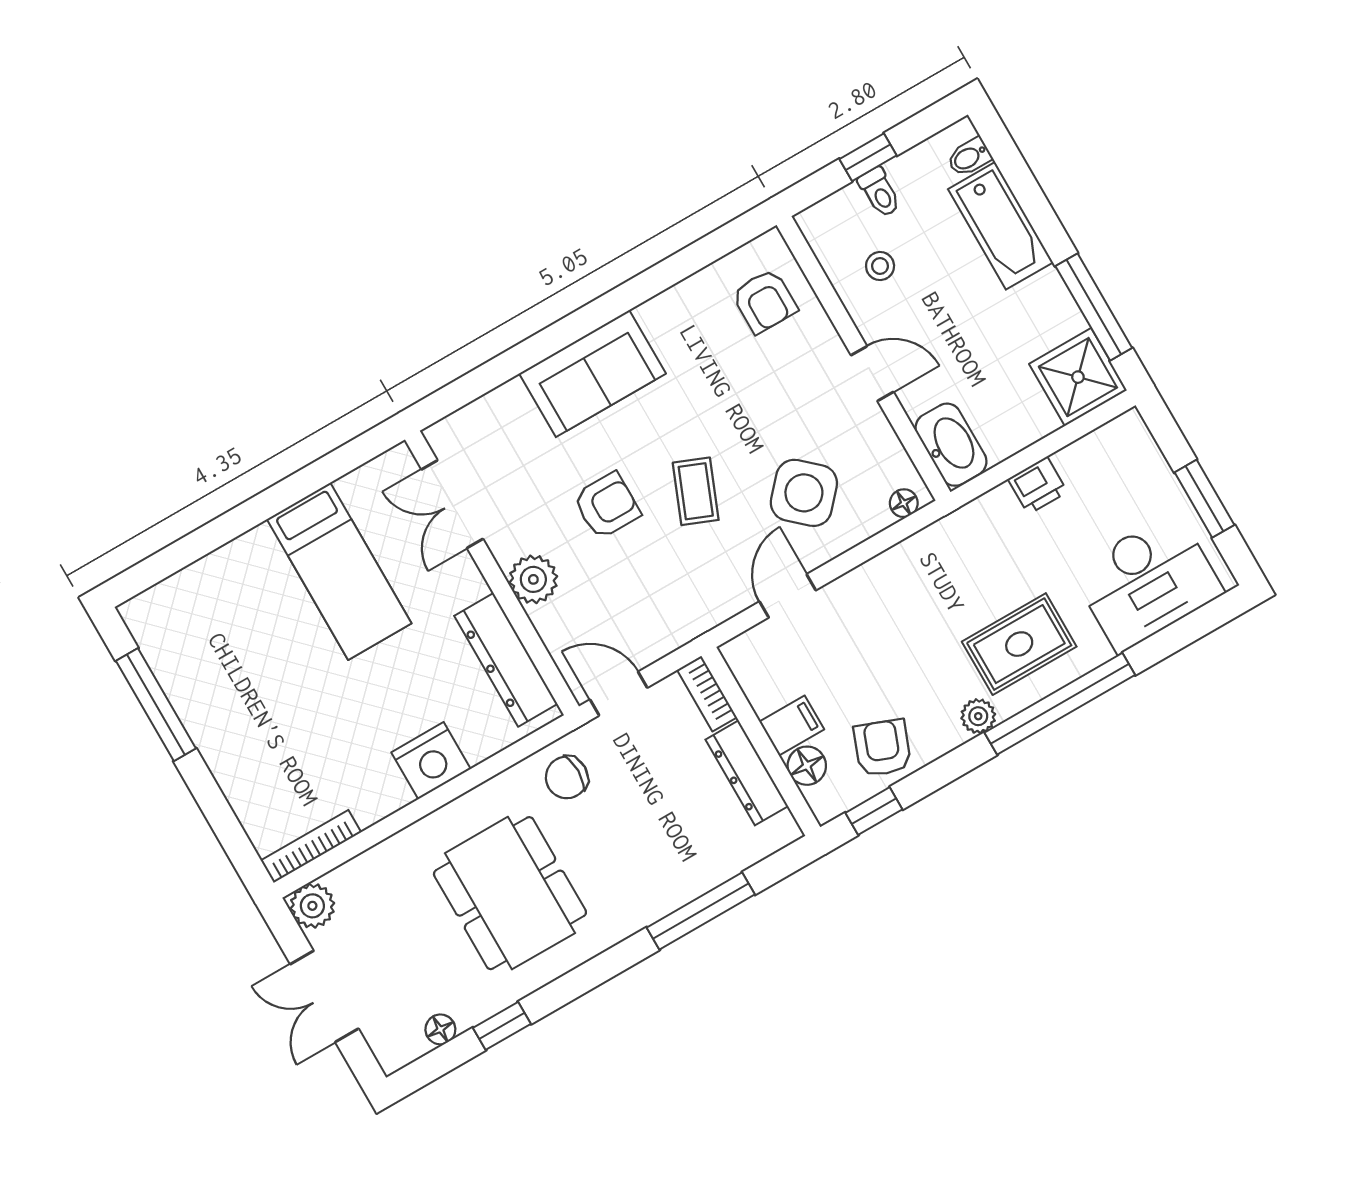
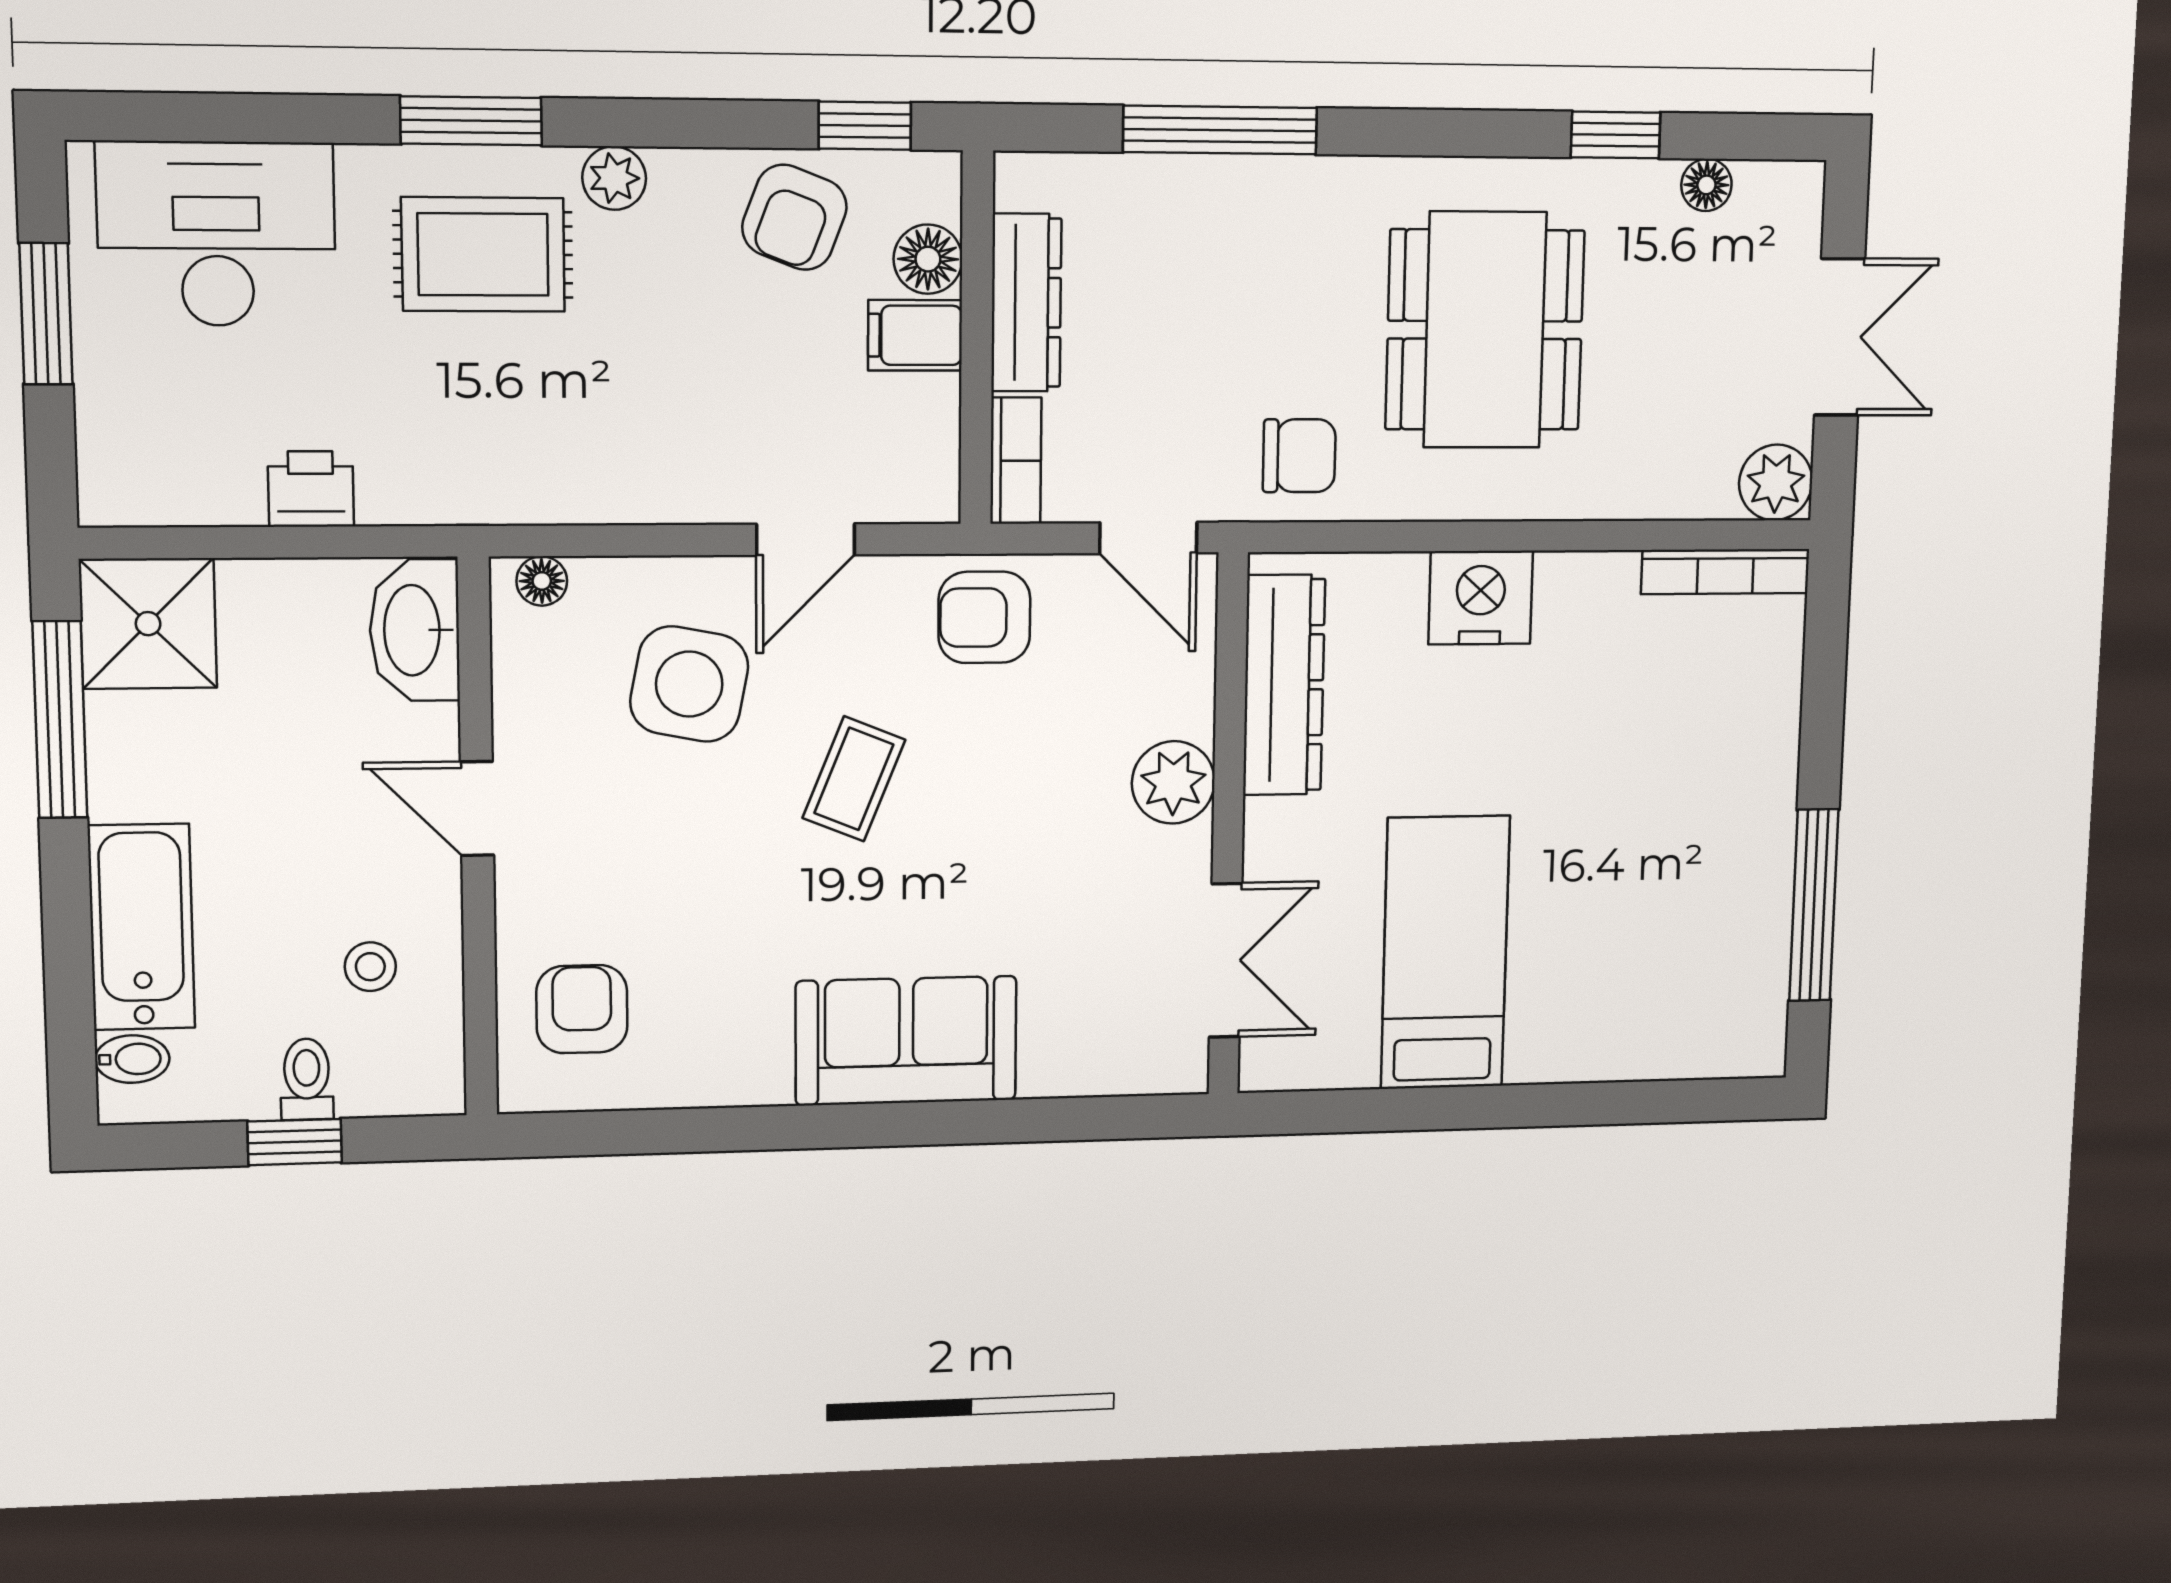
side table: (804, 493) -> (689, 684), turned -31
armchair: (607, 506) -> (984, 617), moved
window: (1060, 704) -> (471, 121), width x0.47

